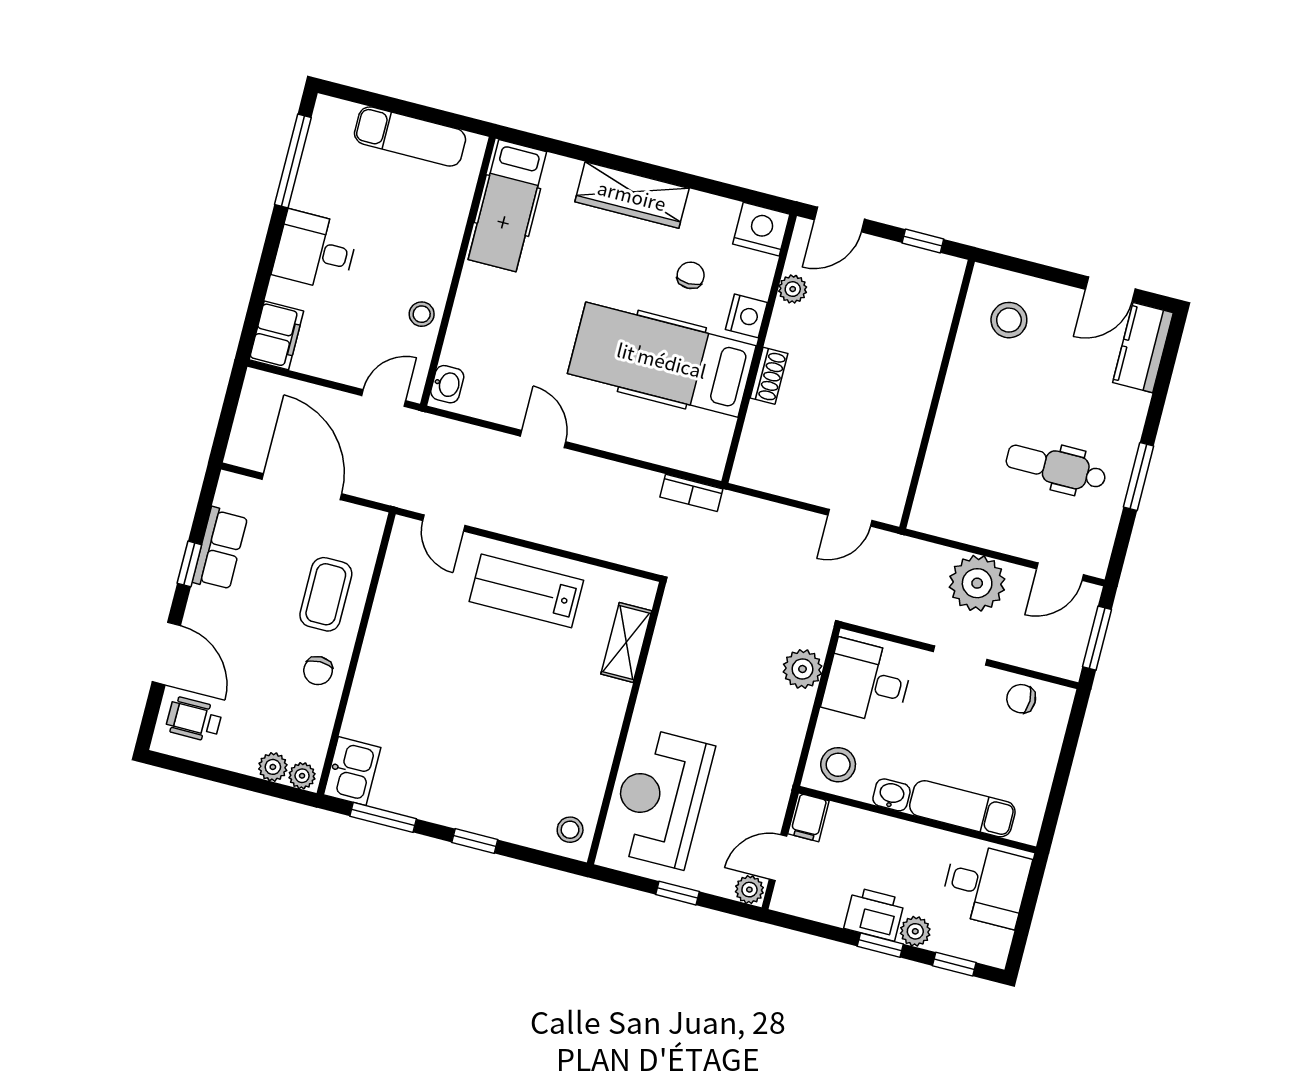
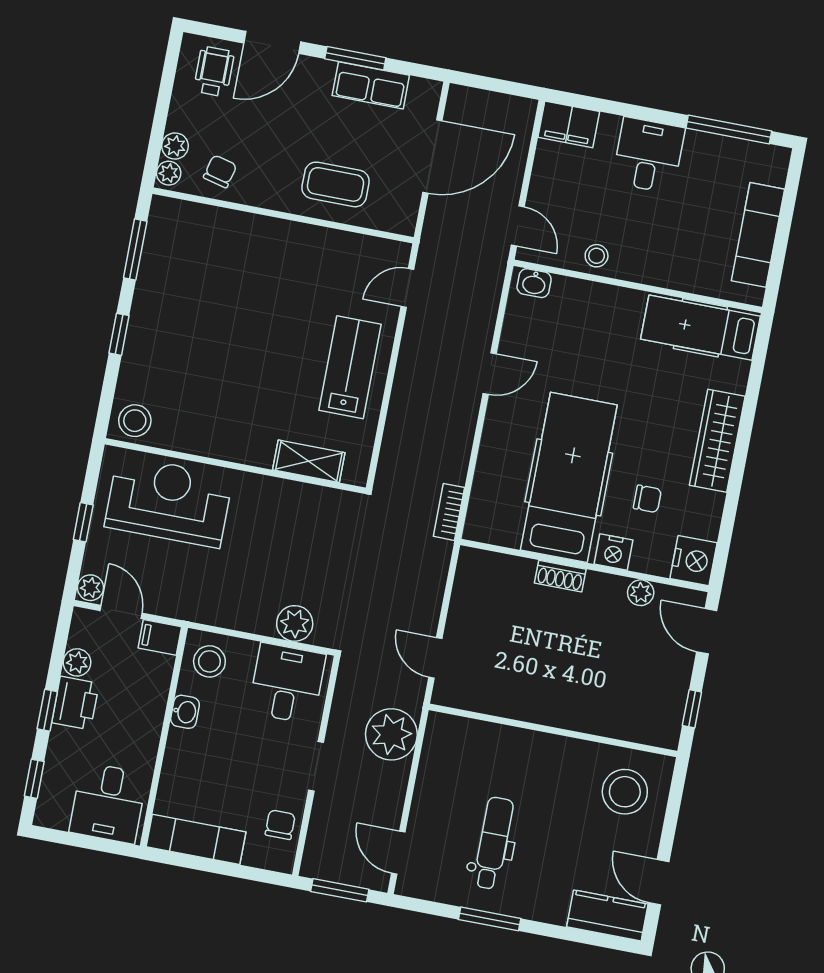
stool: (1009, 320) -> (625, 792), width x1.38, depth x1.38
window: (189, 564) -> (355, 58), width x1.50
plant: (977, 583) -> (391, 734), moved
chair: (318, 671) -> (220, 171), moved, turned 104
kitchen sink: (352, 771) -> (176, 219), removed
exam couch: (962, 809) -> (196, 839), moved, turned -90
stool: (570, 830) -> (135, 421), width x1.37, depth x1.37
plant: (915, 931) -> (77, 662), moved

